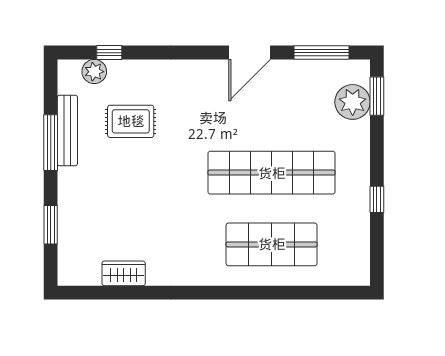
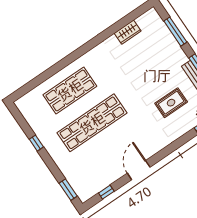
window: (321, 53) -> (106, 192), width x0.46
plant: (353, 102) -> (77, 179), removed
window: (51, 225) -> (175, 32), width x1.44

